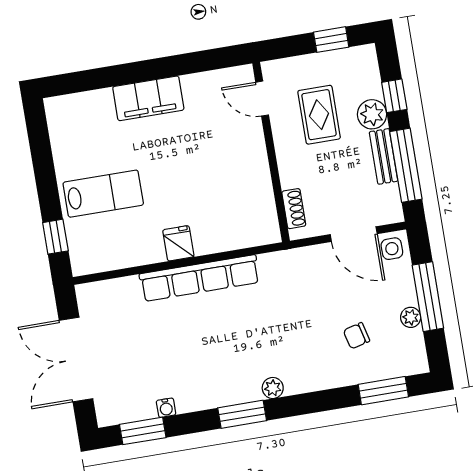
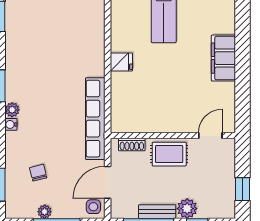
rug: (319, 115) -> (169, 154), moved
row of seats: (200, 278) -> (95, 119), moved
water cooler: (166, 408) -> (11, 124), moved

